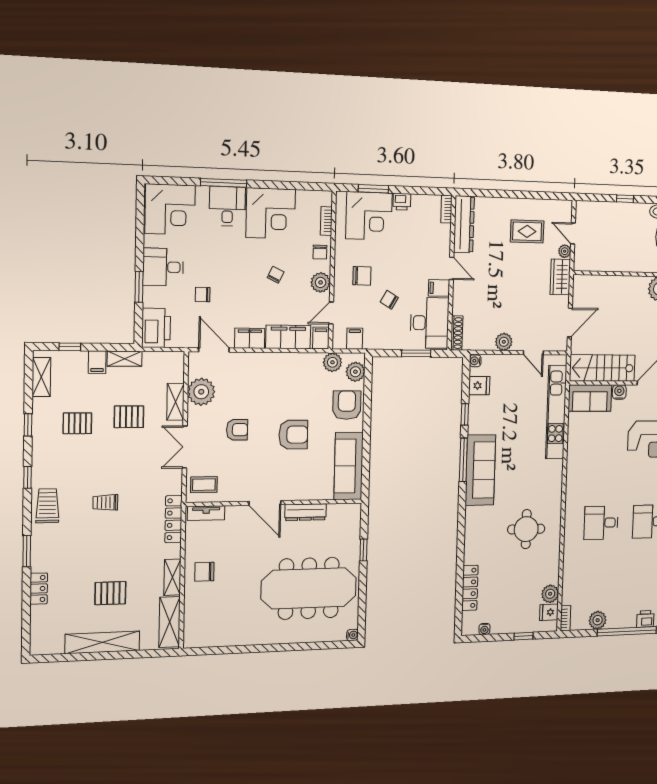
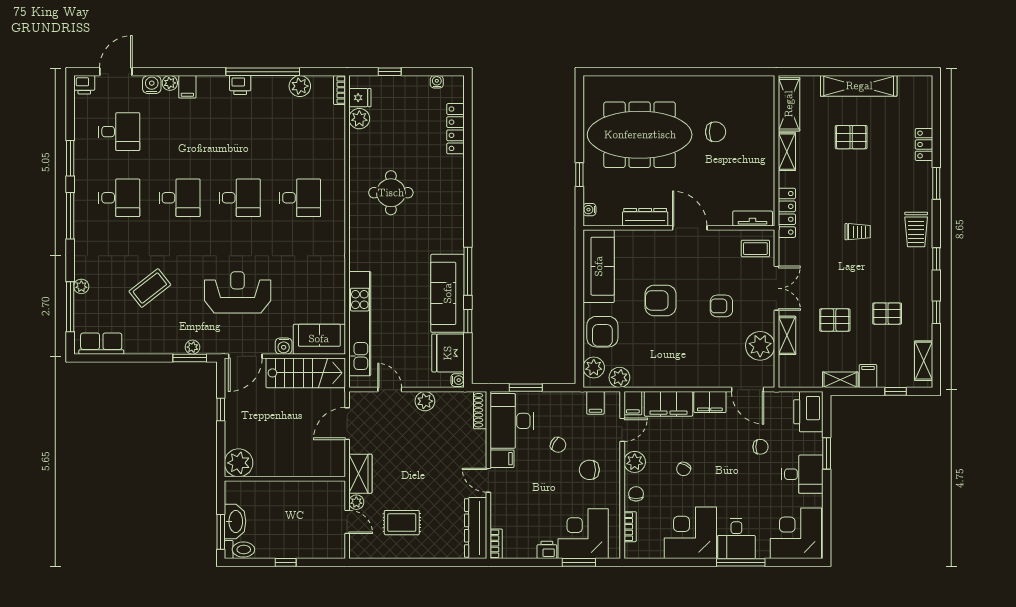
fridge: (479, 386) -> (448, 353), width x1.88, depth x1.34
sofa: (480, 470) -> (448, 293), moved
chair: (204, 572) -> (716, 132), moved
water cooler: (352, 635) -> (589, 210), moved

